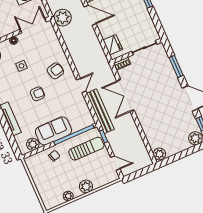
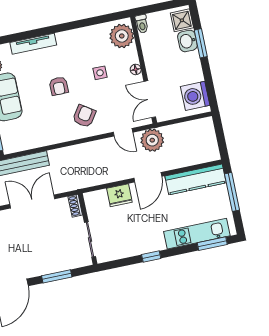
double door: (33, 26) -> (150, 99), swing flipped
fridge: (113, 45) -> (119, 195), moved
armchair: (55, 71) -> (84, 116), turned -133
door: (81, 85) -> (123, 132), moved

